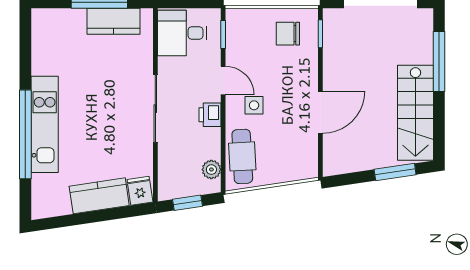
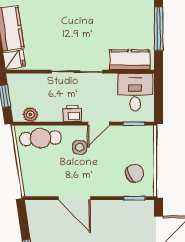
kitchen counter: (113, 21) -> (130, 60), moved, turned 90
chair: (288, 34) -> (135, 173), turned 63

